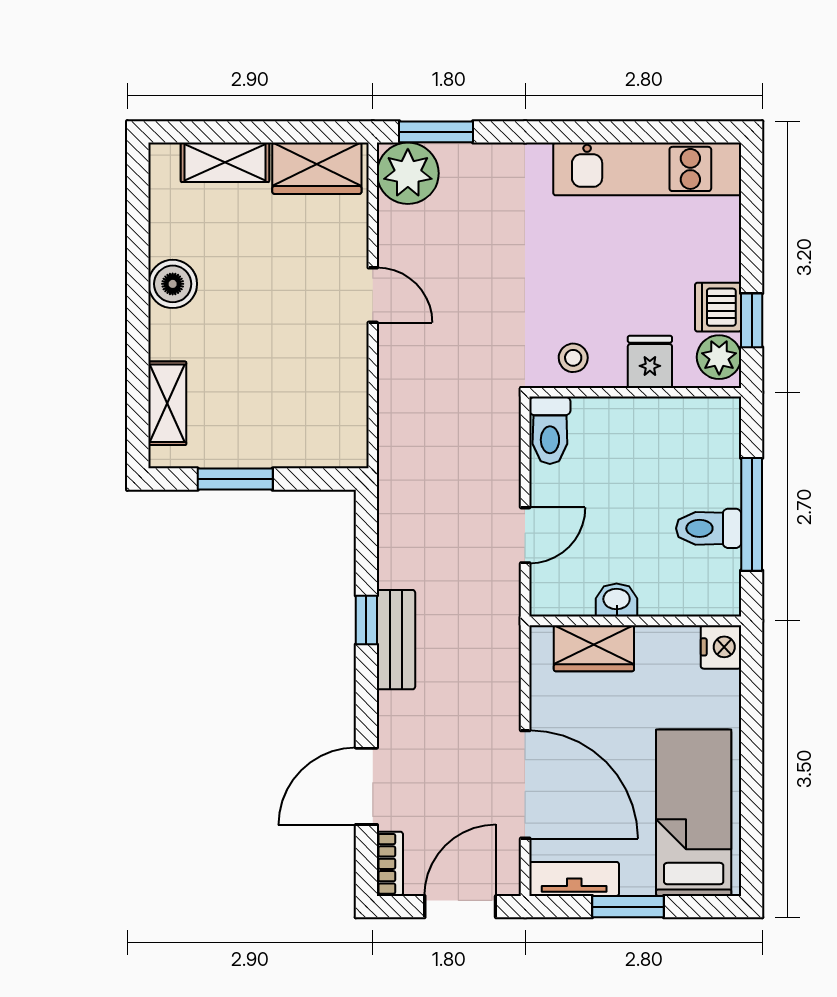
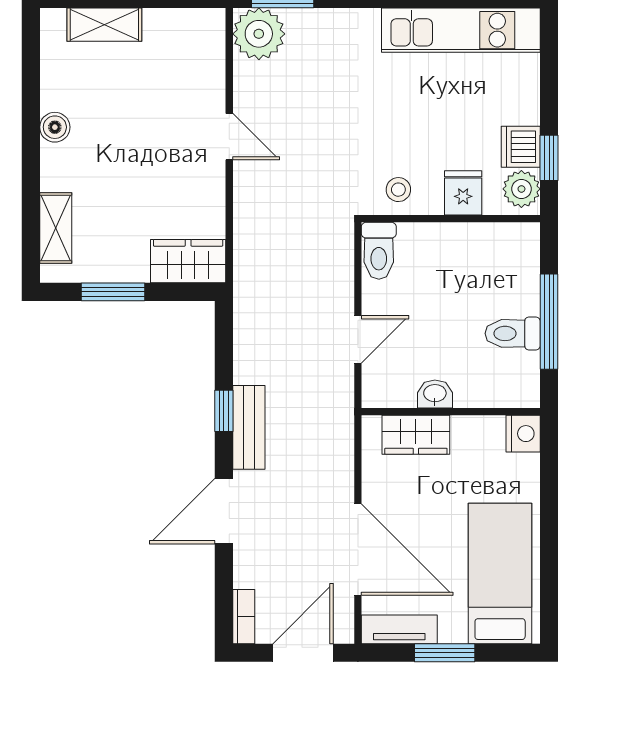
wardrobe: (317, 168) -> (188, 261), moved, turned 180
boiler: (173, 284) -> (55, 127), width x0.73, depth x0.73
door: (366, 786) -> (224, 511), moved

